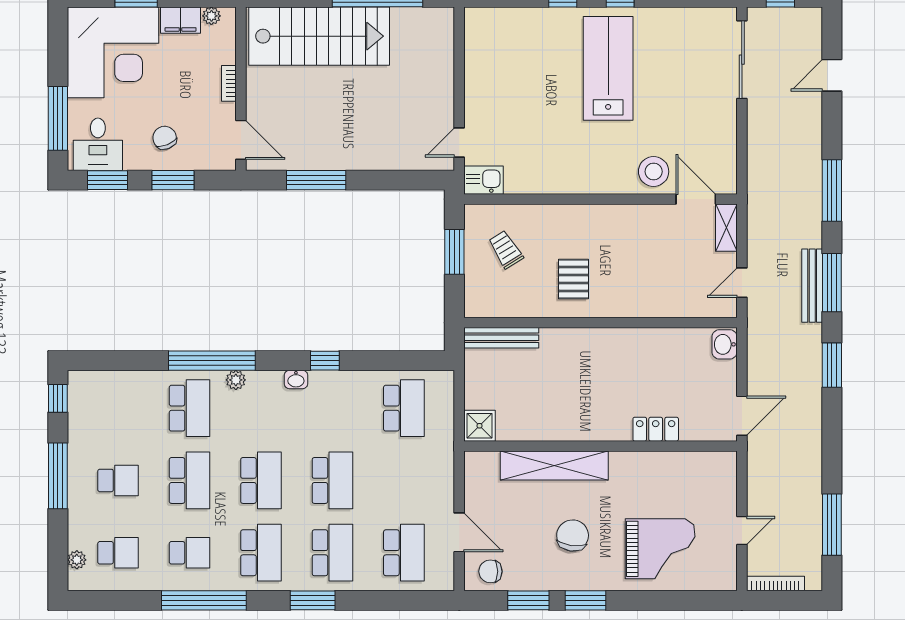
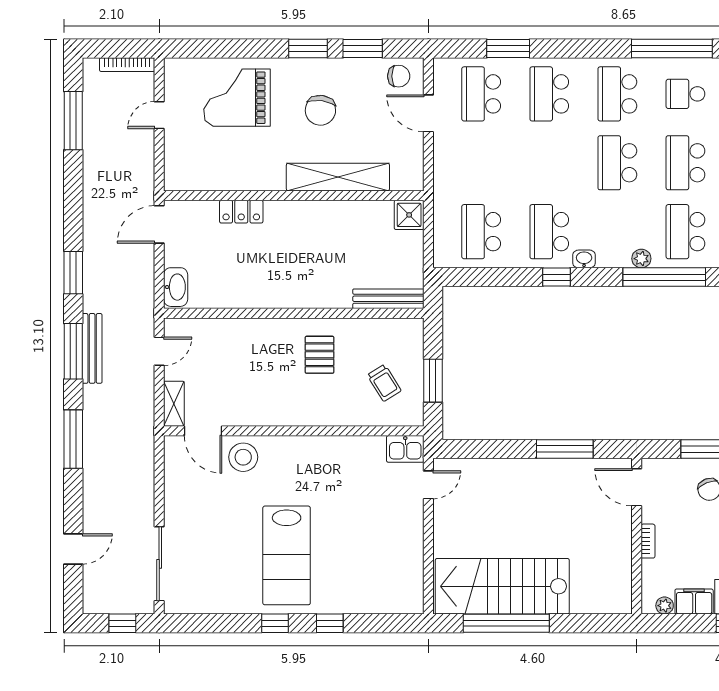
stairs: (319, 36) -> (502, 586), moved
washbasin: (725, 344) -> (176, 287), width x1.38
school desk: (332, 480) -> (549, 232), moved
window: (313, 600) -> (508, 49), moved

